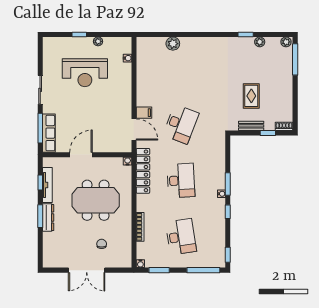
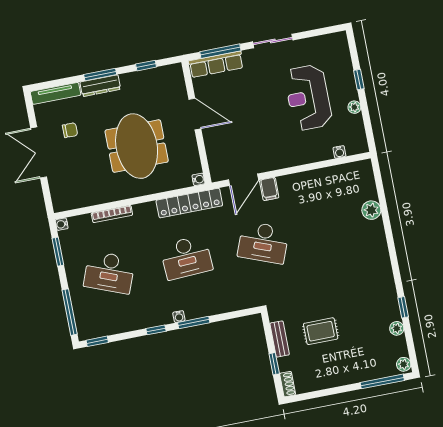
tv unit: (47, 185) -> (56, 93), moved
desk: (181, 237) -> (109, 272), turned 30
chair: (102, 244) -> (70, 130), moved

